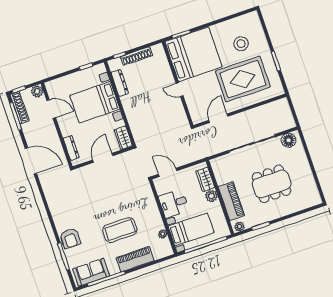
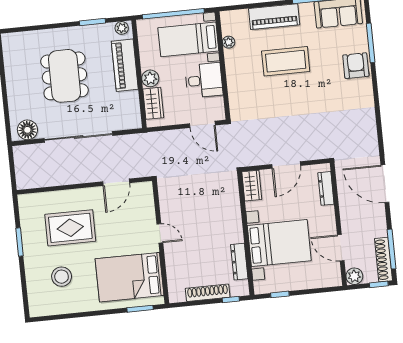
bed: (194, 54) -> (130, 277), width x0.73
rug: (243, 79) -> (70, 228), width x0.73, depth x0.69
dining table: (272, 184) -> (64, 76), turned 90

